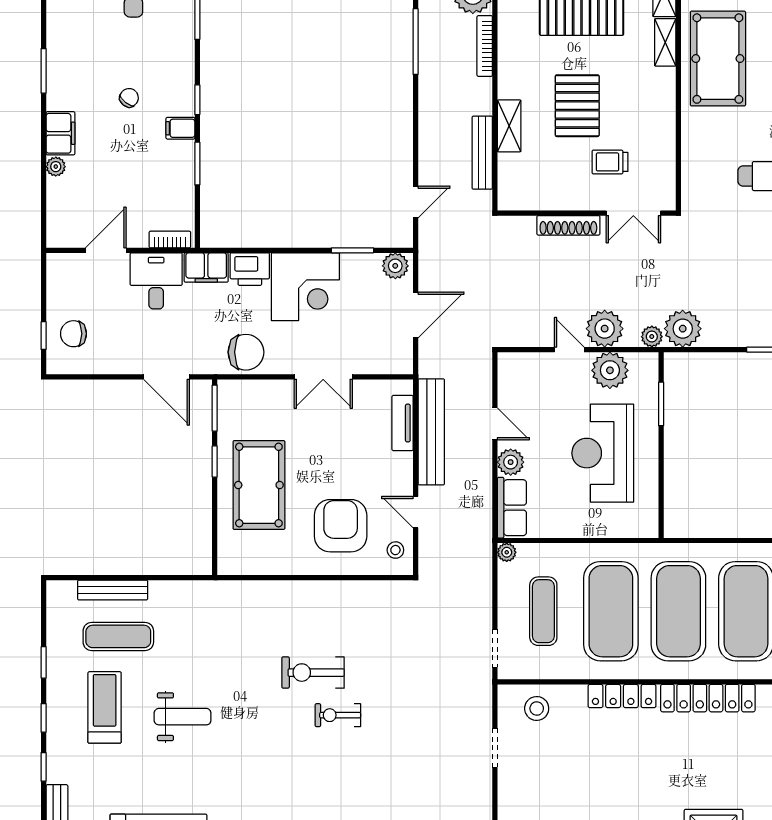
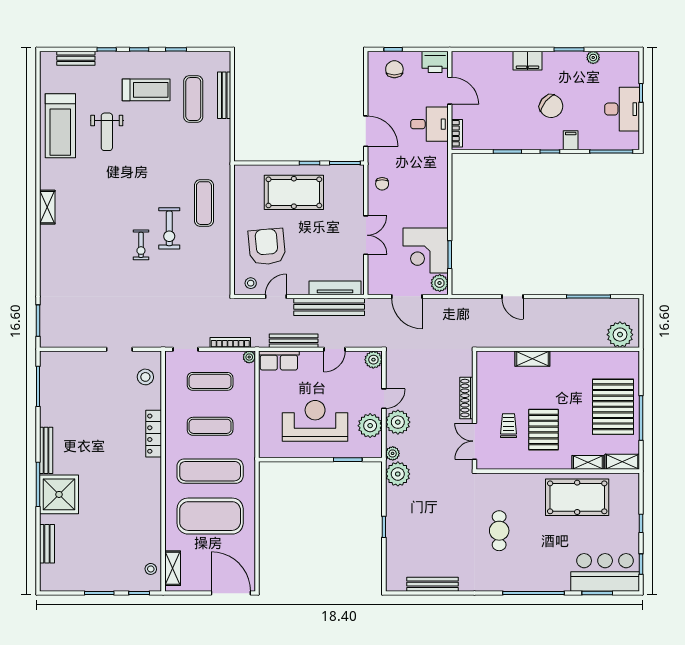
bookcase: (485, 46) -> (230, 342), moved
chair: (129, 98) -> (551, 106), width x1.87, depth x1.87
pallet: (577, 106) -> (544, 430), moved, turned 90
filing cabinet: (180, 128) -> (571, 140), moved
bench: (482, 153) -> (294, 341), moved
plant: (56, 167) -> (593, 57), moved
door: (416, 202) -> (512, 296), moved
filing cabinet: (206, 267) -> (438, 157), removed
printer: (250, 269) -> (435, 62), moved, turned -90
corner desk: (305, 287) -> (426, 251), moved
chair: (246, 352) -> (382, 184), width x0.54, depth x0.54
door: (167, 377) -> (366, 131), swing flipped
double door: (323, 377) -> (366, 235), swing flipped
tv unit: (403, 423) -> (335, 288), width x1.41
plant: (511, 462) -> (373, 360), moved
armchair: (341, 526) -> (267, 247), turned -95
exercise mat: (611, 611) -> (210, 426), width x0.50, depth x0.69
exercise mat: (678, 611) -> (210, 471), width x0.68
exercise mat: (275, 620) -> (204, 203), added
exercise bike: (313, 673) -> (169, 228), turned 180
locker: (708, 698) -> (152, 491), removed
exercise bike: (338, 715) -> (141, 245), turned 180
weight bench: (183, 717) -> (107, 132), moved

